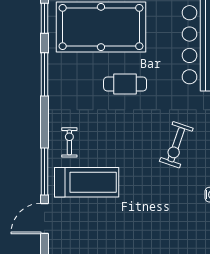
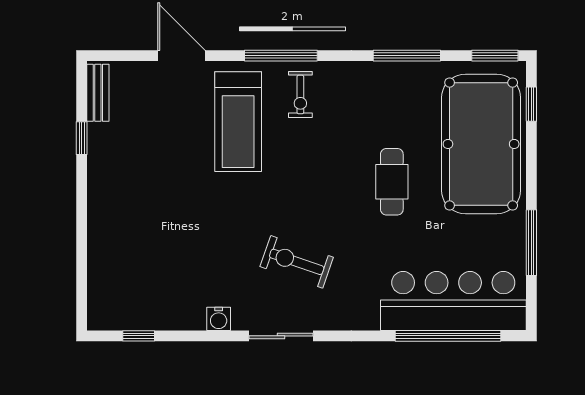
exercise bike: (69, 142) -> (300, 95), turned 90
window: (44, 171) -> (281, 56), moved

